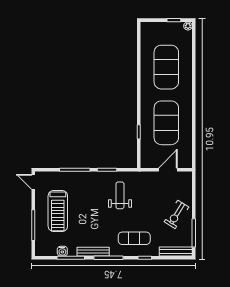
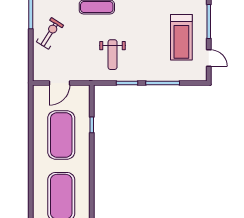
door: (33, 182) -> (209, 58), moved
treadmill: (58, 211) -> (181, 37), turned 180

